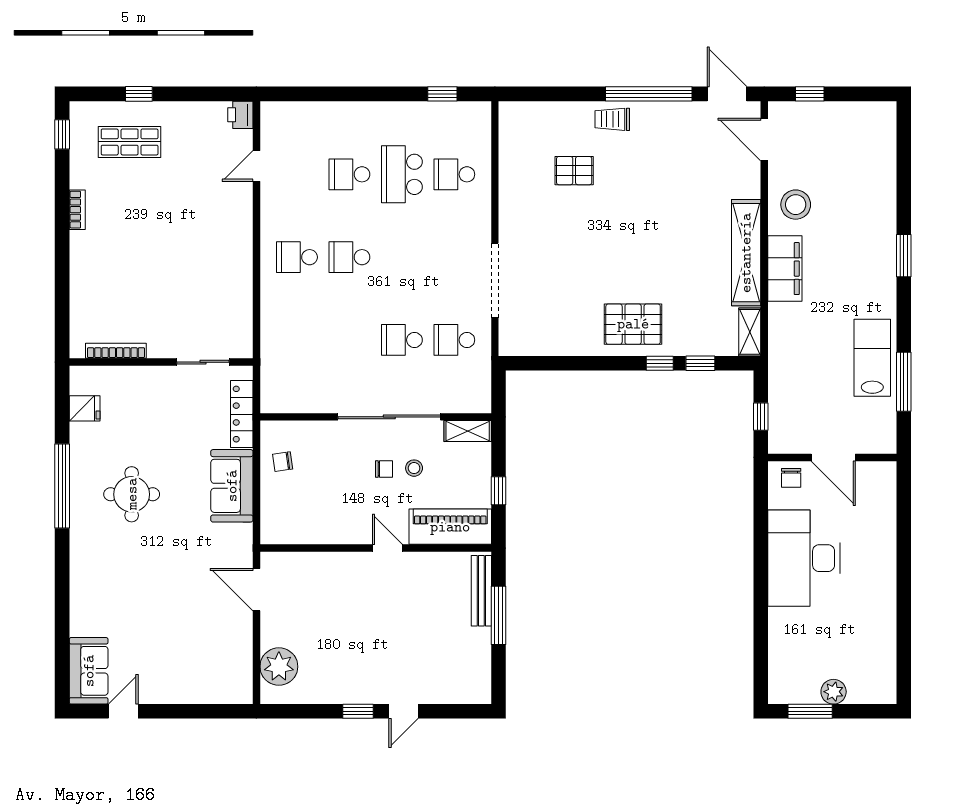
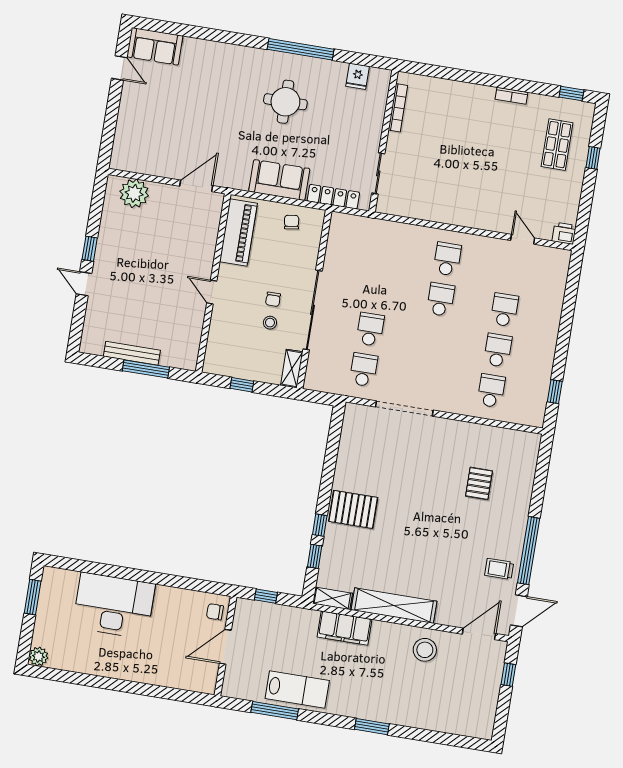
trolley: (612, 119) -> (499, 569), moved, turned -90
school desk: (402, 174) -> (498, 350), width x0.54
filing cabinet: (785, 269) -> (344, 628), moved
pallet: (633, 324) -> (353, 509), turned 90
piano: (450, 527) -> (238, 232), moved
door: (387, 548) -> (212, 292), swing flipped
desk: (804, 558) -> (114, 605), moved
bench: (481, 591) -> (132, 353), moved
plant: (834, 692) -> (38, 656), moved

